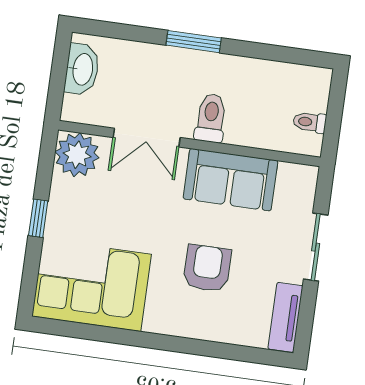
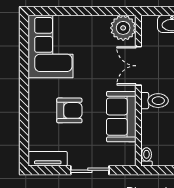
toilet: (310, 122) -> (147, 157), moved
window: (38, 218) -> (84, 11), removed

